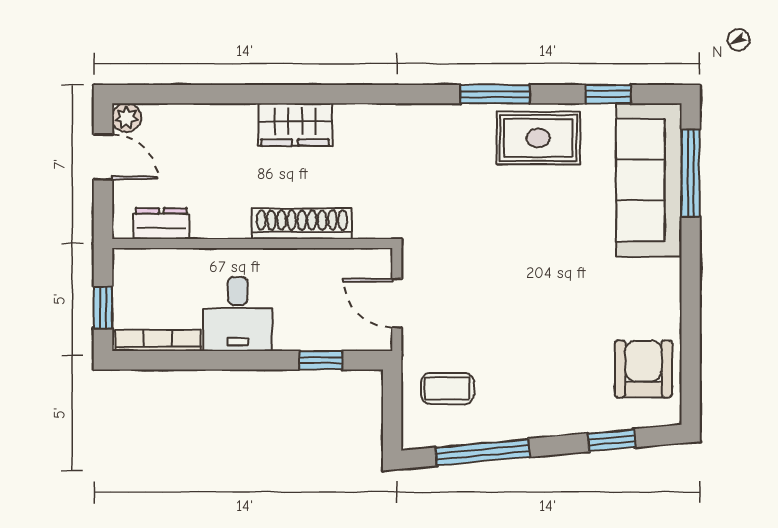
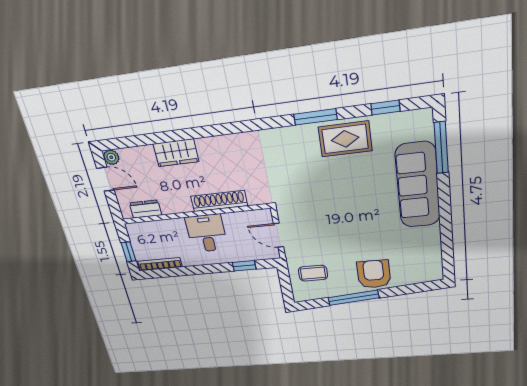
wardrobe: (295, 125) -> (176, 153), moved
sofa: (649, 180) -> (418, 185), moved
desk: (238, 314) -> (207, 233), moved, turned 180
armchair: (643, 369) -> (374, 274), moved
window: (611, 440) -> (405, 290), removed
window: (483, 452) -> (353, 298), moved

